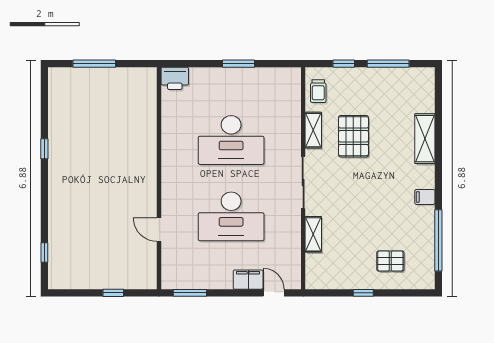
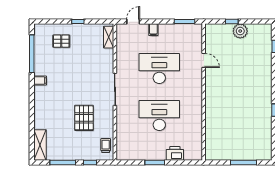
printer: (175, 78) -> (175, 153), moved
shelving: (313, 130) -> (109, 122), removed
shelving: (425, 139) -> (40, 145), moved
shelving: (313, 234) -> (109, 37), moved
plant: (100, 277) -> (240, 31), added
filing cabinet: (248, 280) -> (153, 30), width x0.50
door: (274, 293) -> (133, 22), swing flipped

